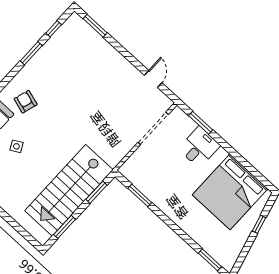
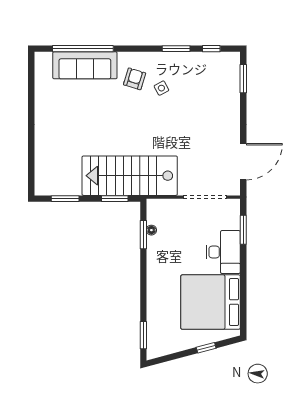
door: (153, 79) -> (243, 162), width x1.88
side table: (16, 146) -> (161, 88), moved
desk: (199, 147) -> (223, 252), width x1.37
floor lamp: (142, 187) -> (151, 230), added
stairs: (69, 190) -> (130, 176), moved

